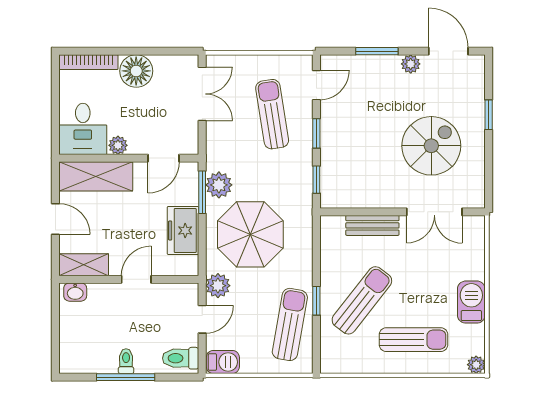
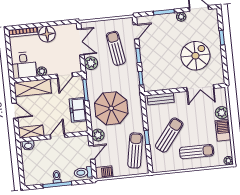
plant: (219, 185) -> (91, 63), moved
bench: (372, 225) -> (161, 99), moved
plant: (472, 266) -> (222, 113), added

